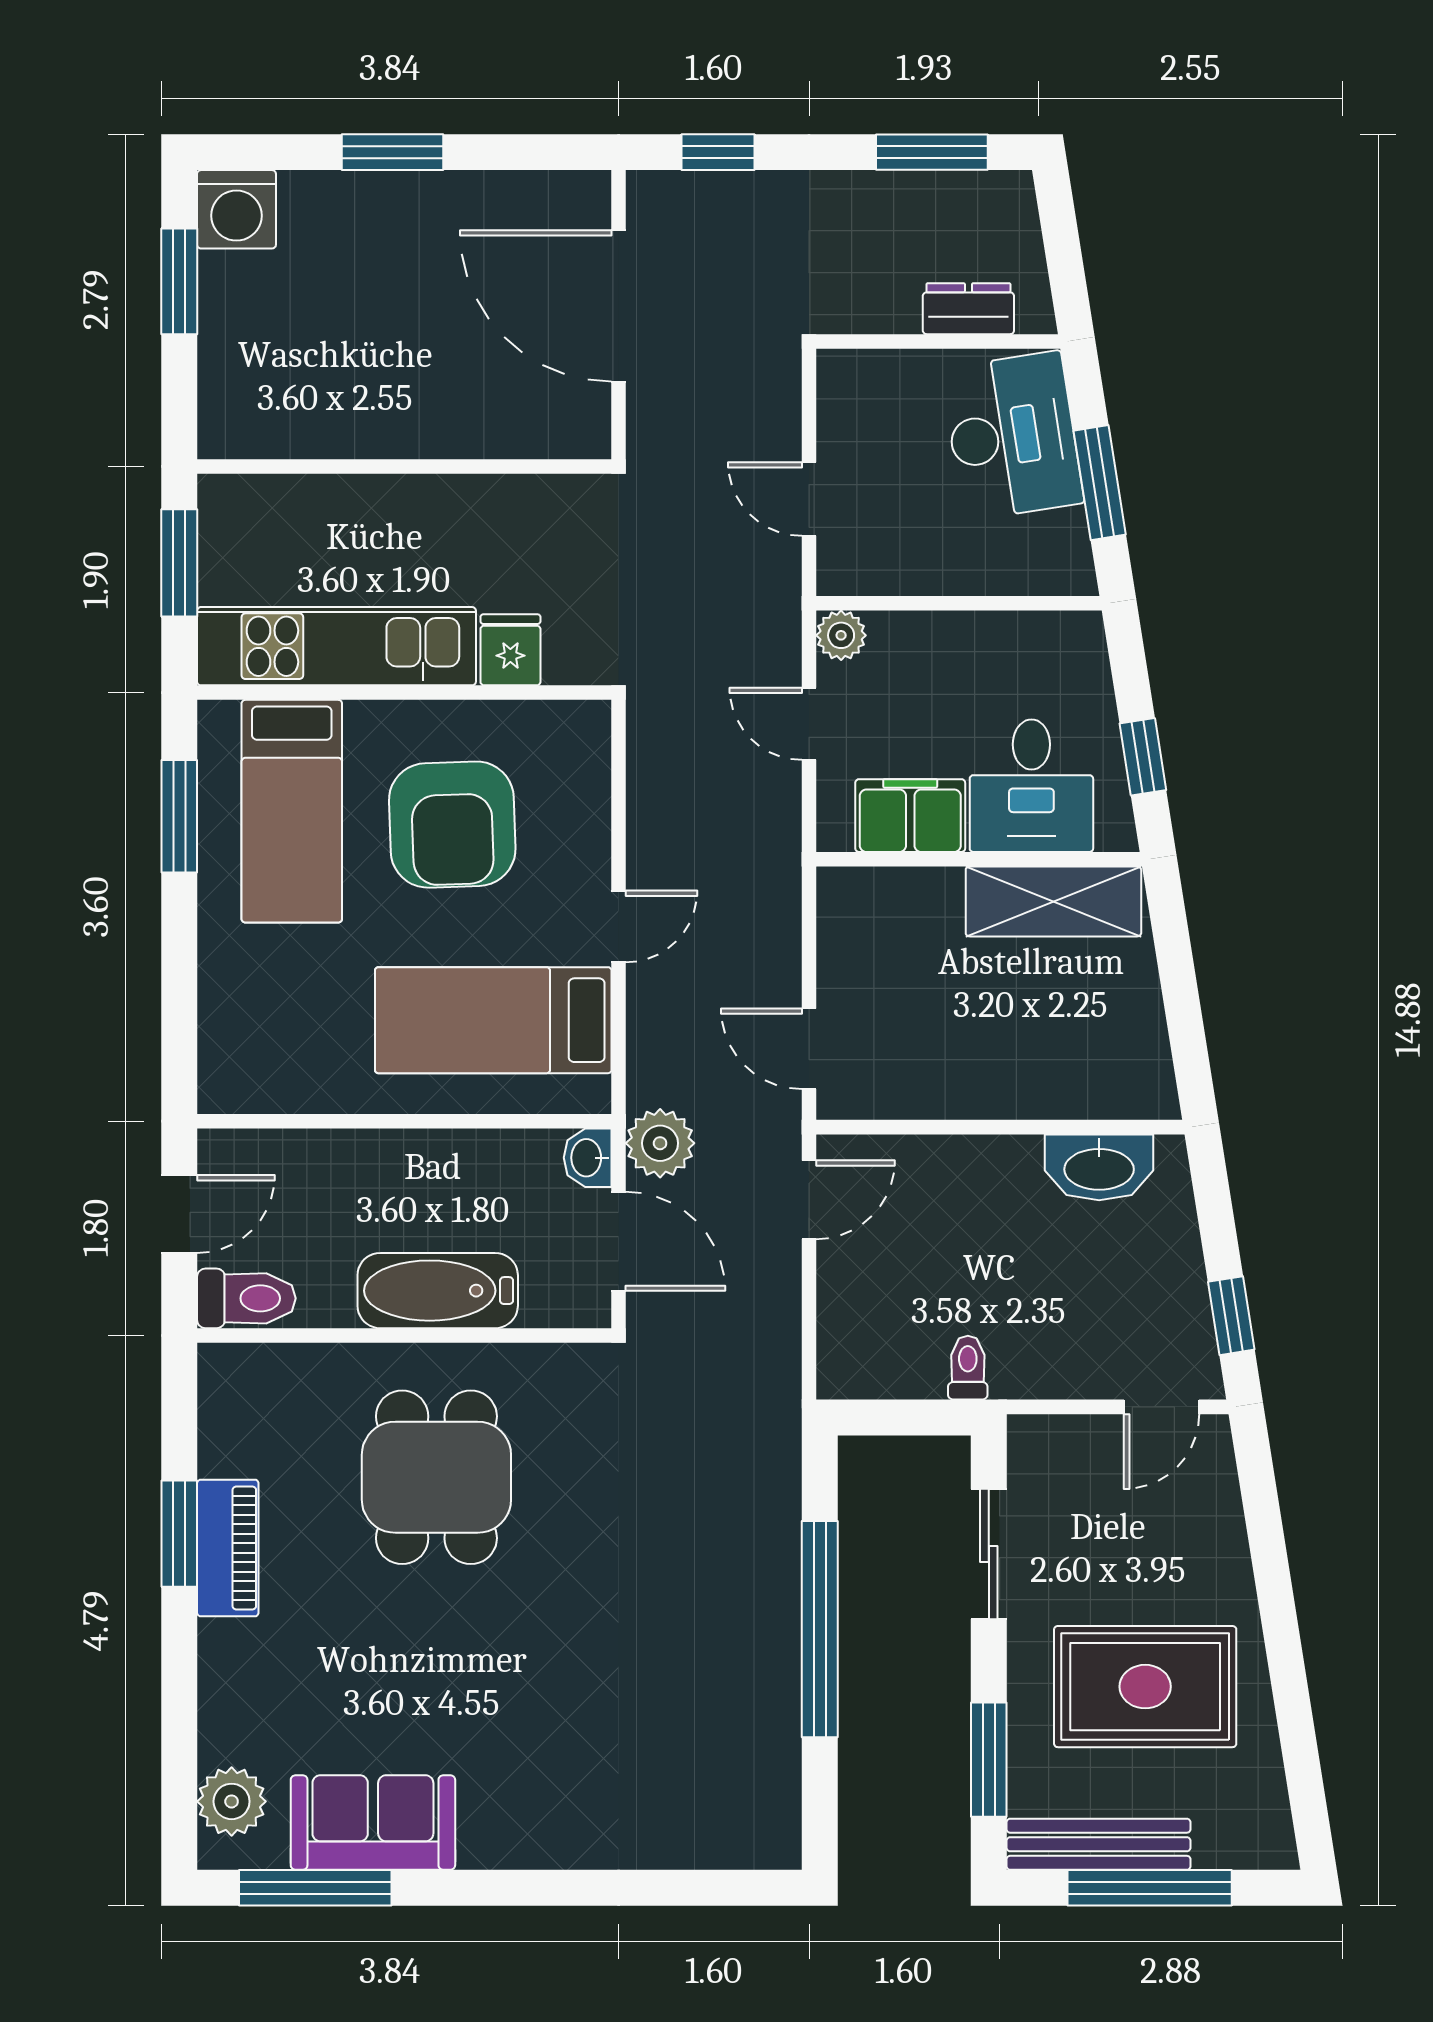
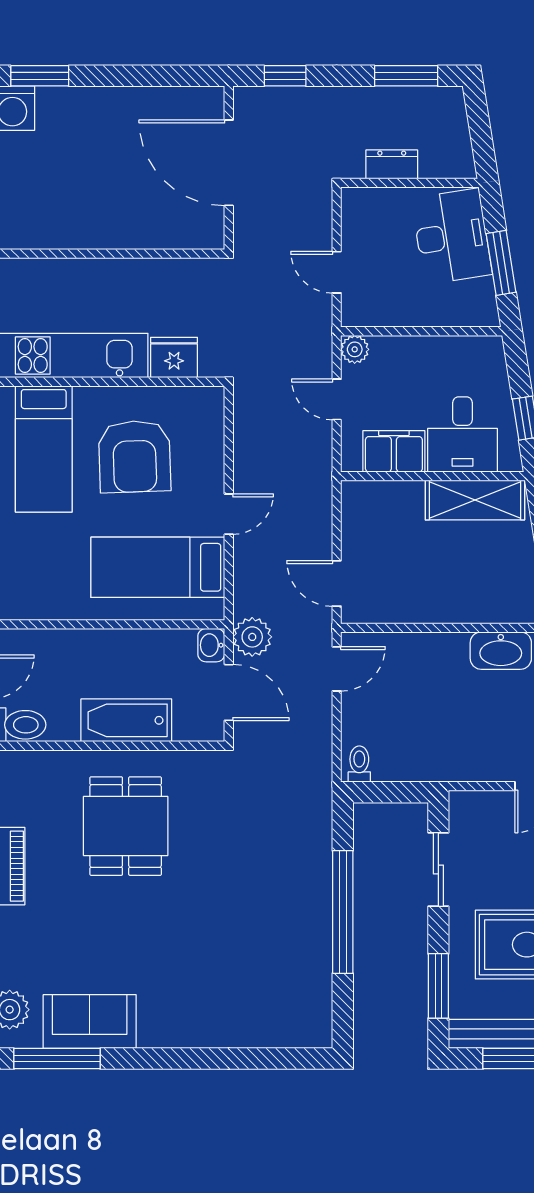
window: (392, 152) -> (40, 76), moved
dresser: (968, 309) -> (392, 164), moved
fridge: (510, 650) -> (174, 358), width x1.38
toilet: (968, 1368) -> (359, 764), moved

